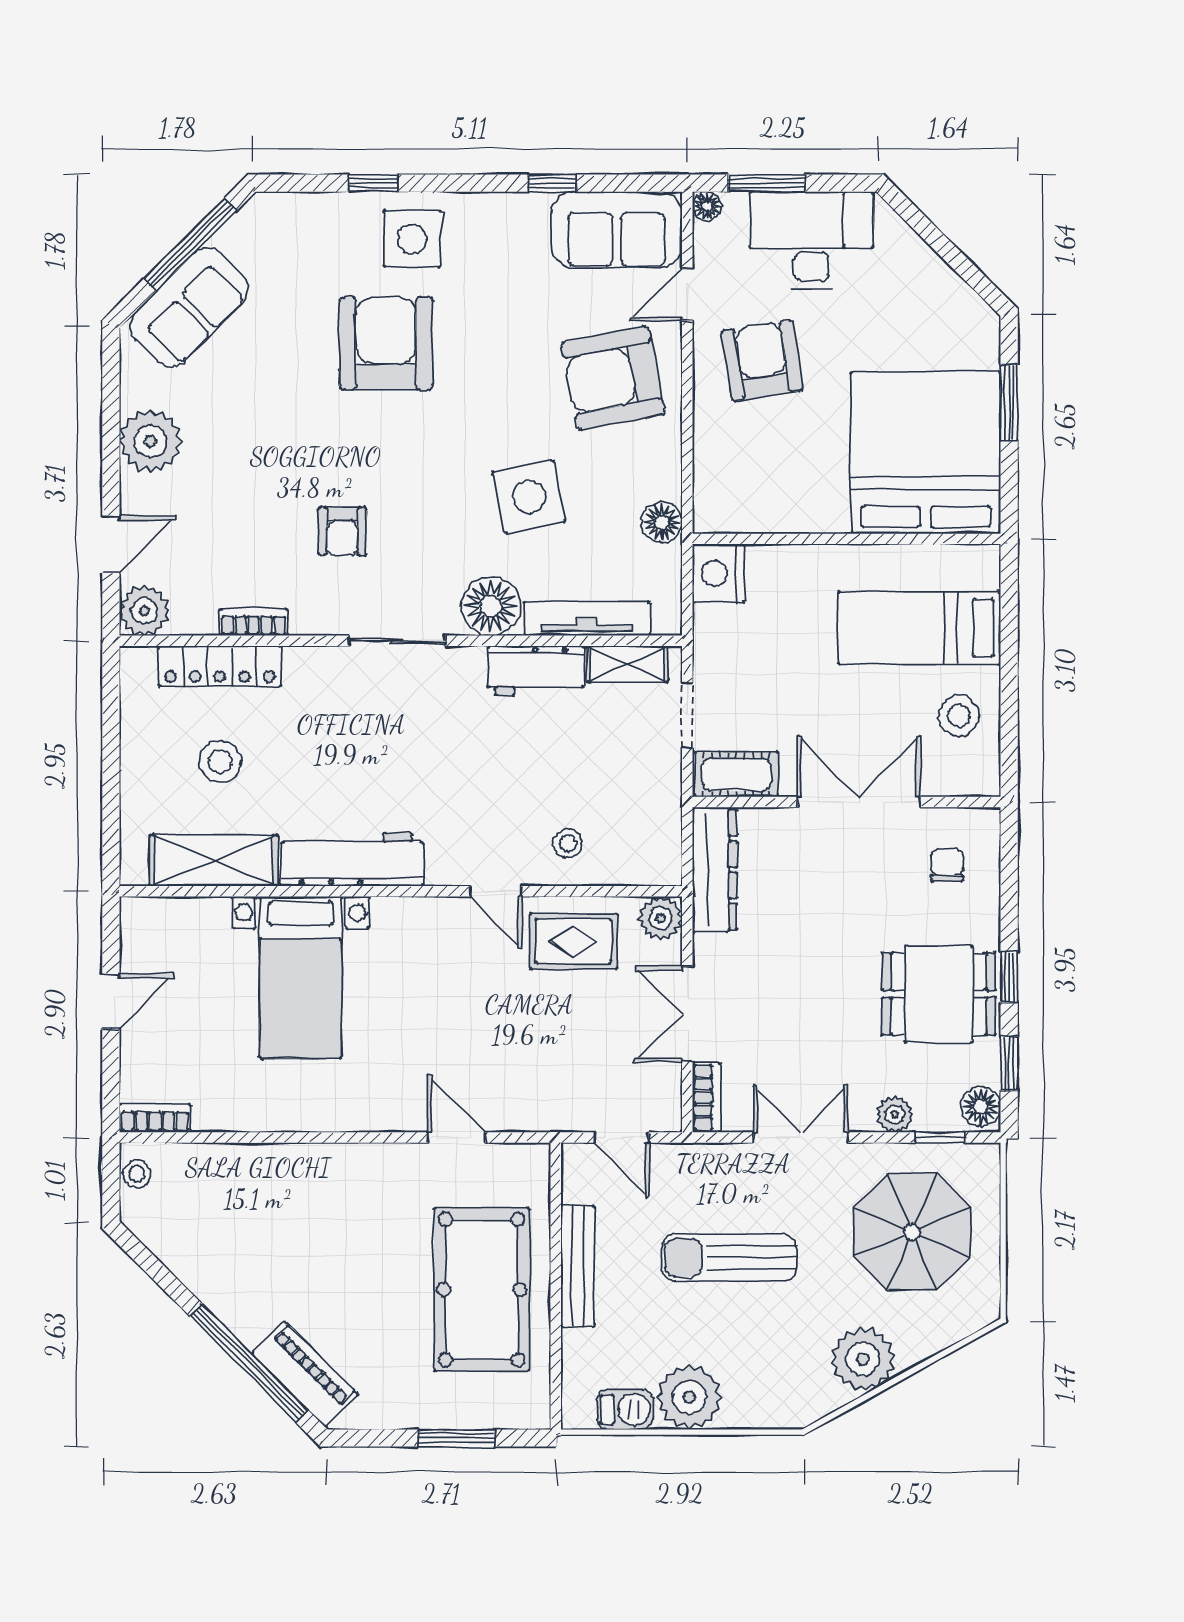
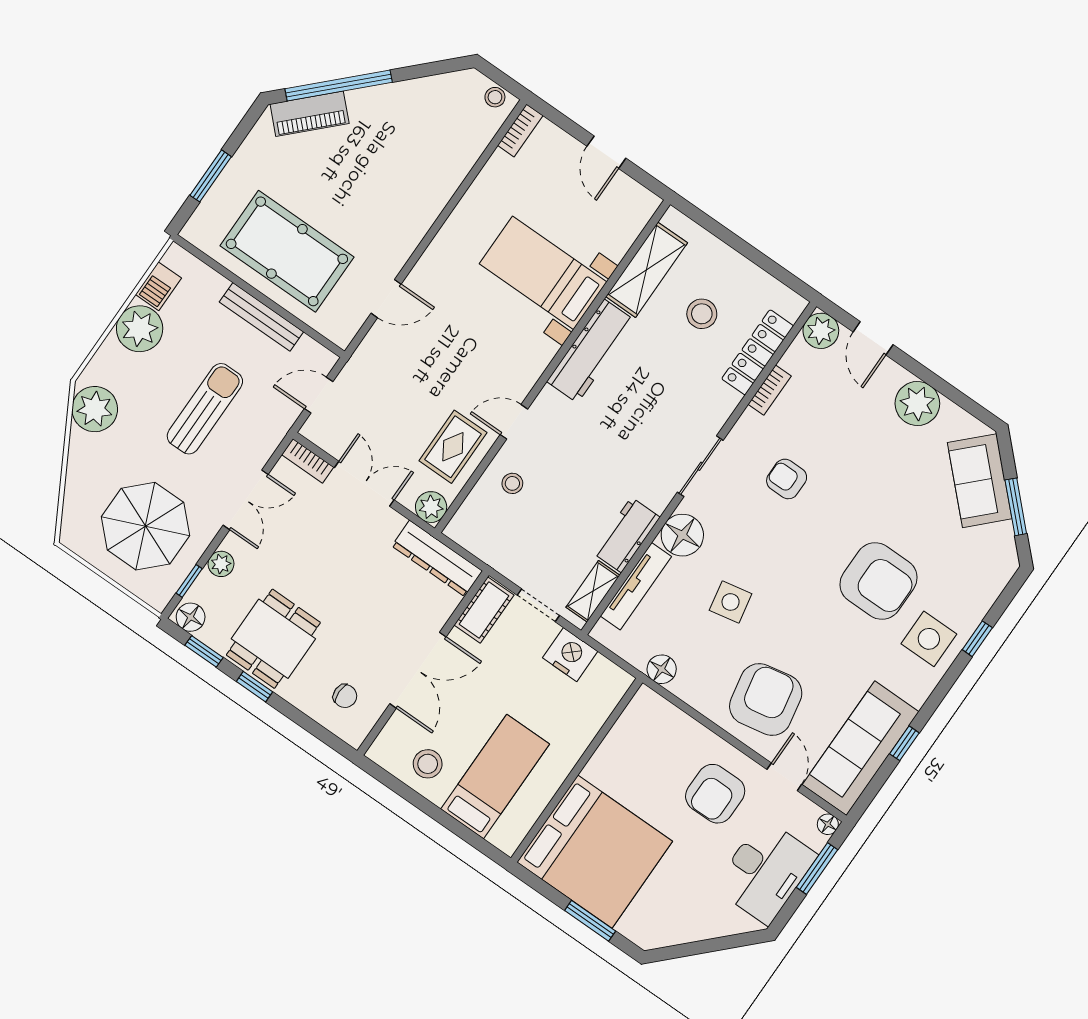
sofa: (617, 230) -> (861, 748), width x1.36
window: (190, 245) -> (1016, 507), width x0.69
armchair: (762, 361) -> (715, 794), turned 99
side table: (529, 497) -> (731, 602), width x0.73, depth x0.73
nightstand: (719, 573) -> (570, 655), moved
plant: (863, 1359) -> (95, 409), moved

